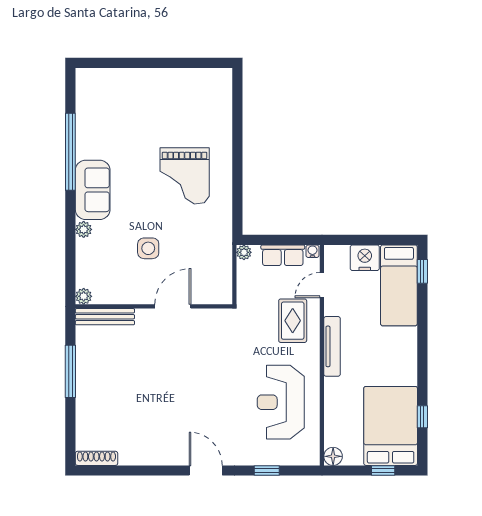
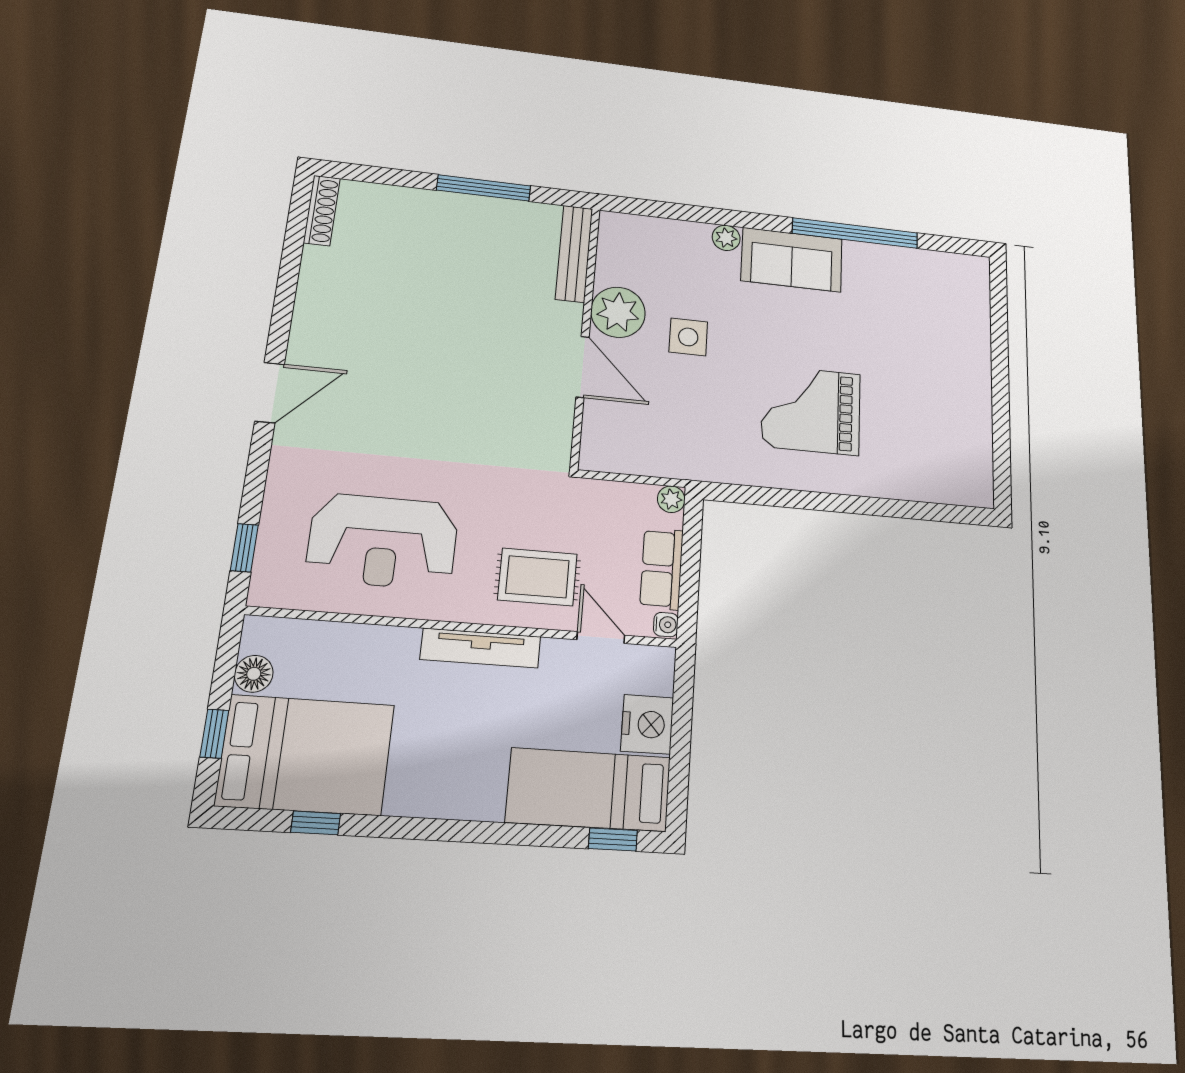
plant: (84, 296) -> (618, 312), moved, width x1.87, depth x1.87
reception desk: (281, 402) -> (383, 541), turned 180
floor lamp: (333, 456) -> (254, 674), moved
window: (267, 470) -> (244, 548), moved

